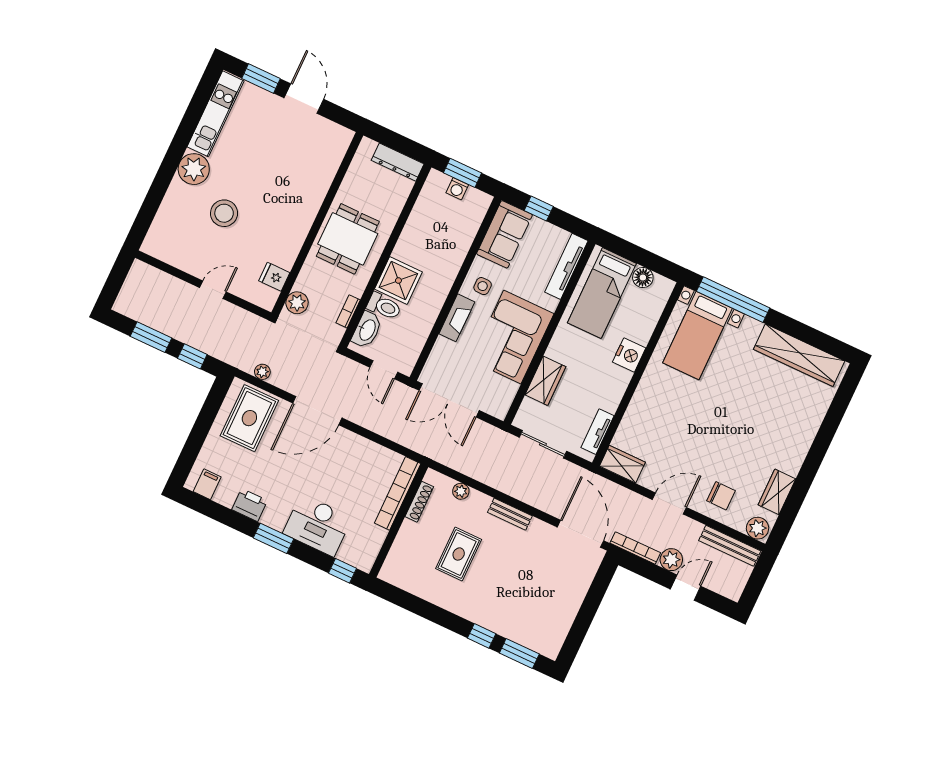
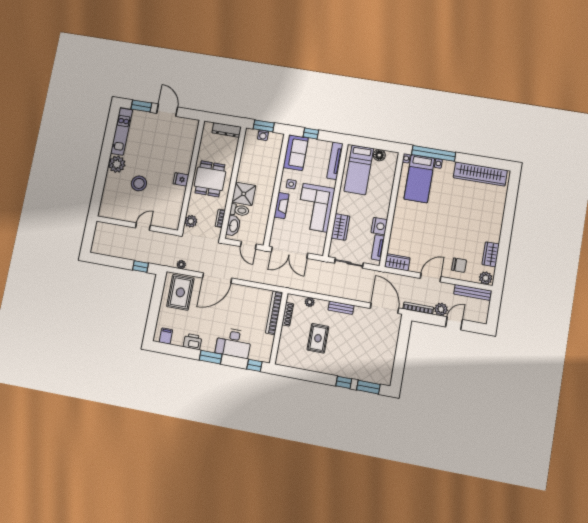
fridge: (274, 277) -> (181, 179), moved
window: (151, 337) -> (115, 262), removed
nightstand: (629, 355) -> (379, 226), moved

